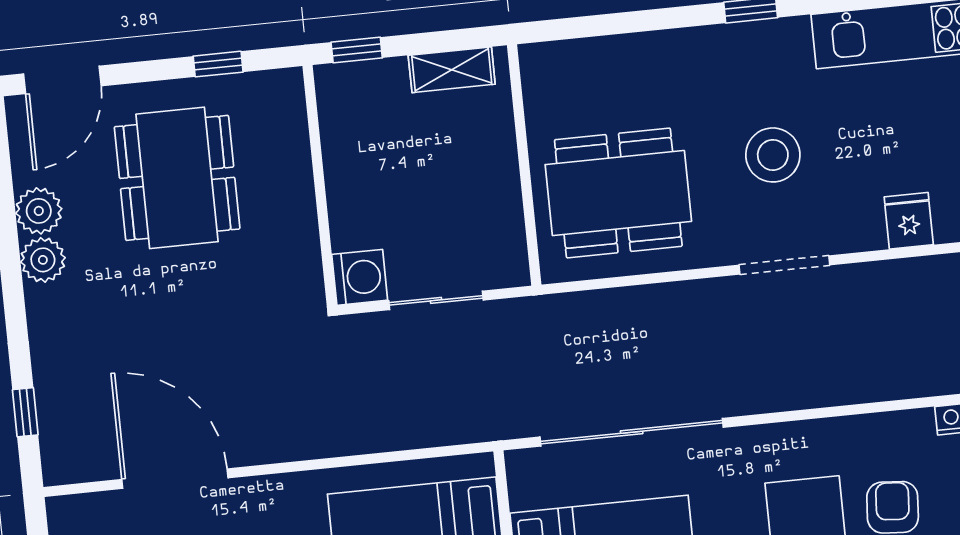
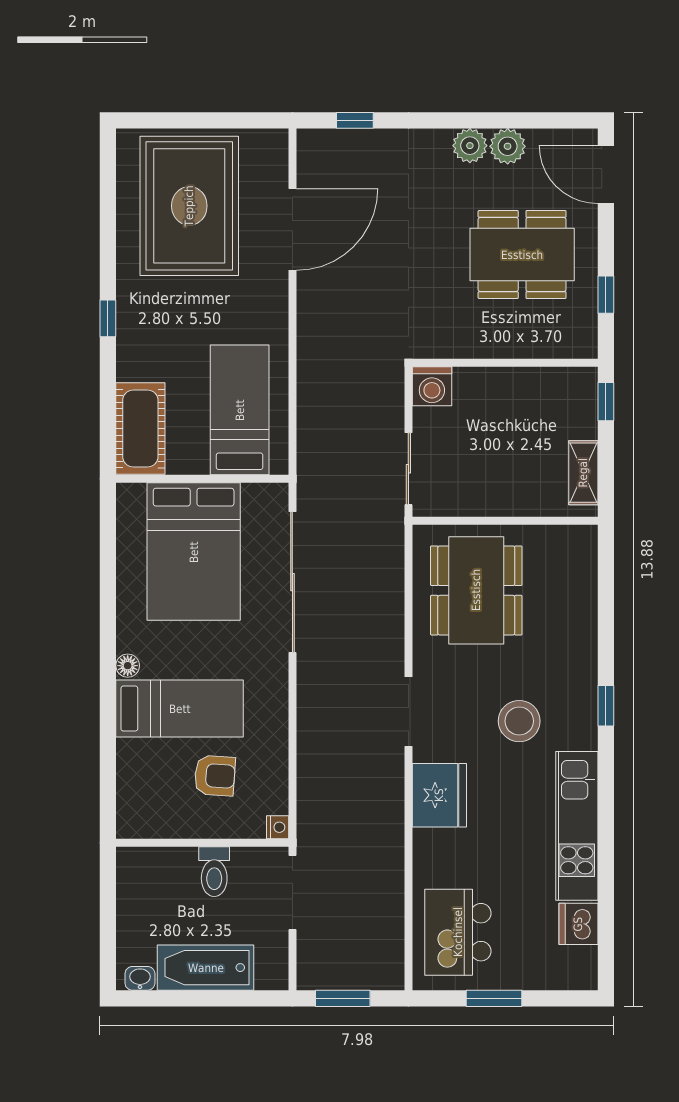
stool: (773, 155) -> (519, 721), moved
fridge: (909, 221) -> (439, 795), width x1.88, depth x1.34
sliding door: (436, 300) -> (408, 469), moved

